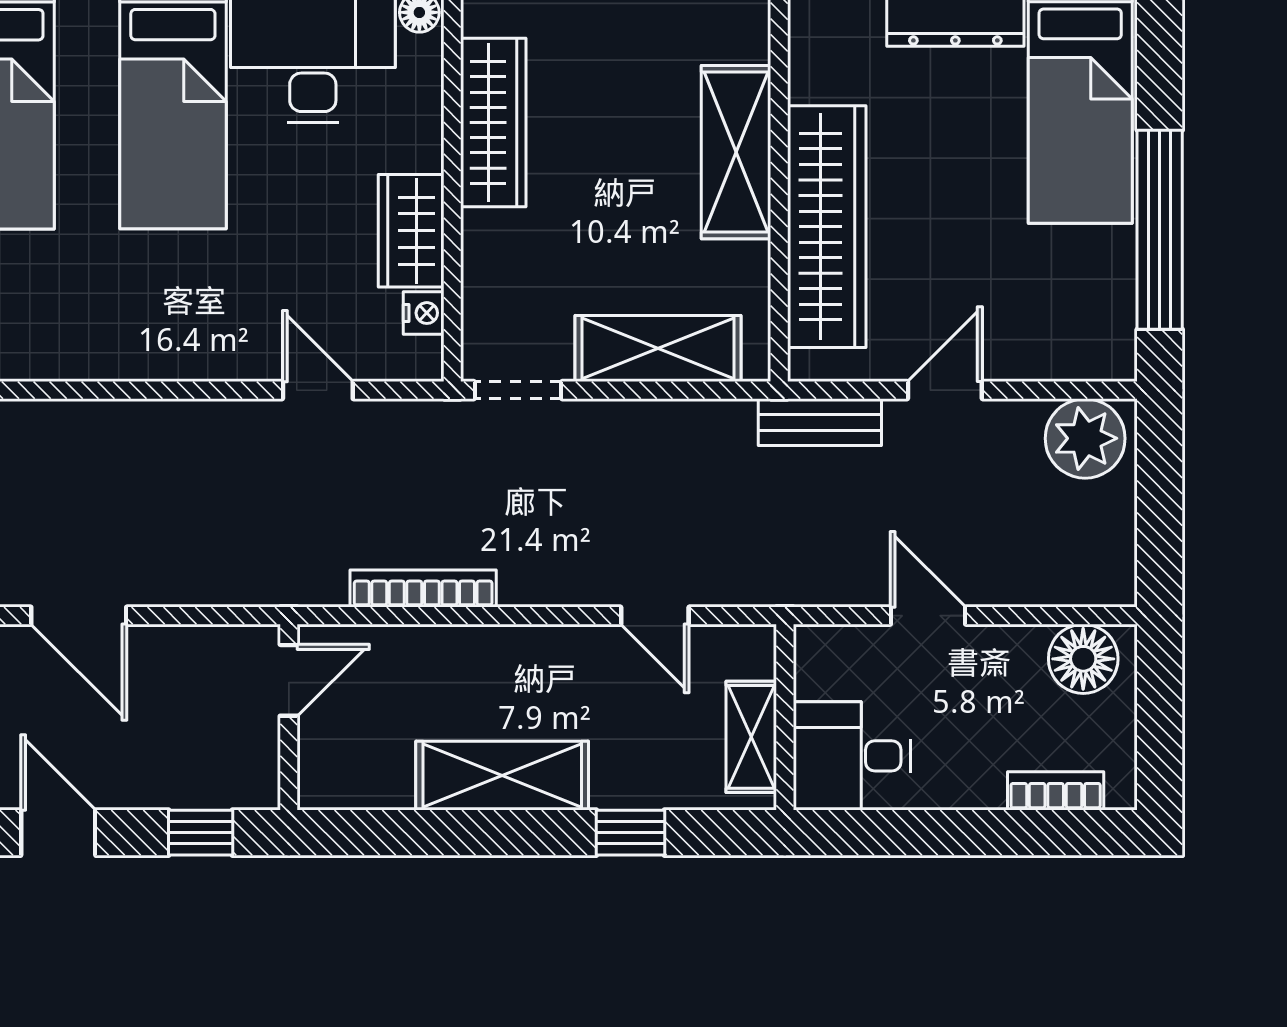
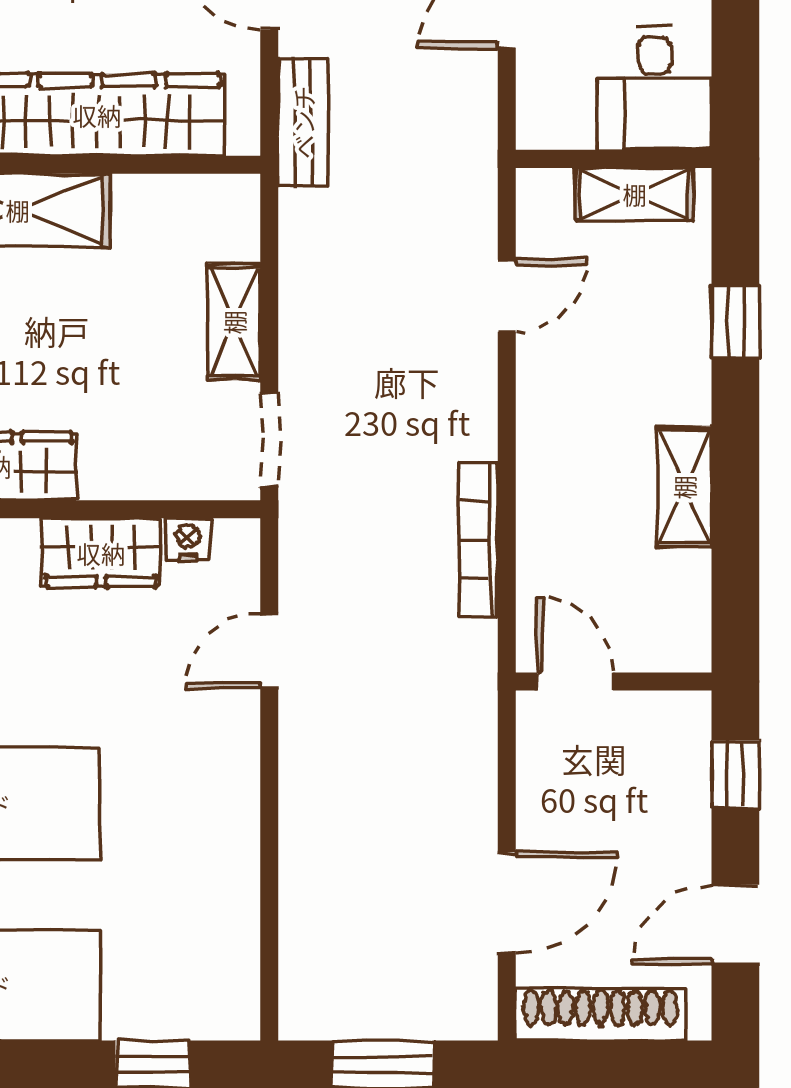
shelving: (658, 349) -> (234, 322), width x0.67, depth x0.75
shelving: (502, 776) -> (684, 487), width x0.67, depth x0.75

